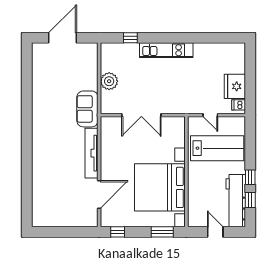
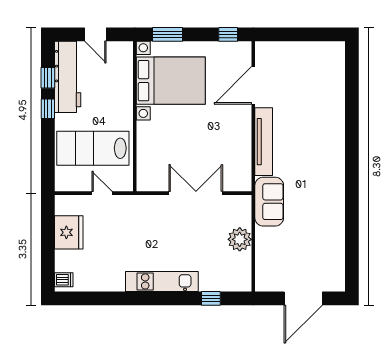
dishwasher: (239, 105) -> (64, 280), moved
bed with nightstands: (160, 187) -> (171, 81), width x0.73

